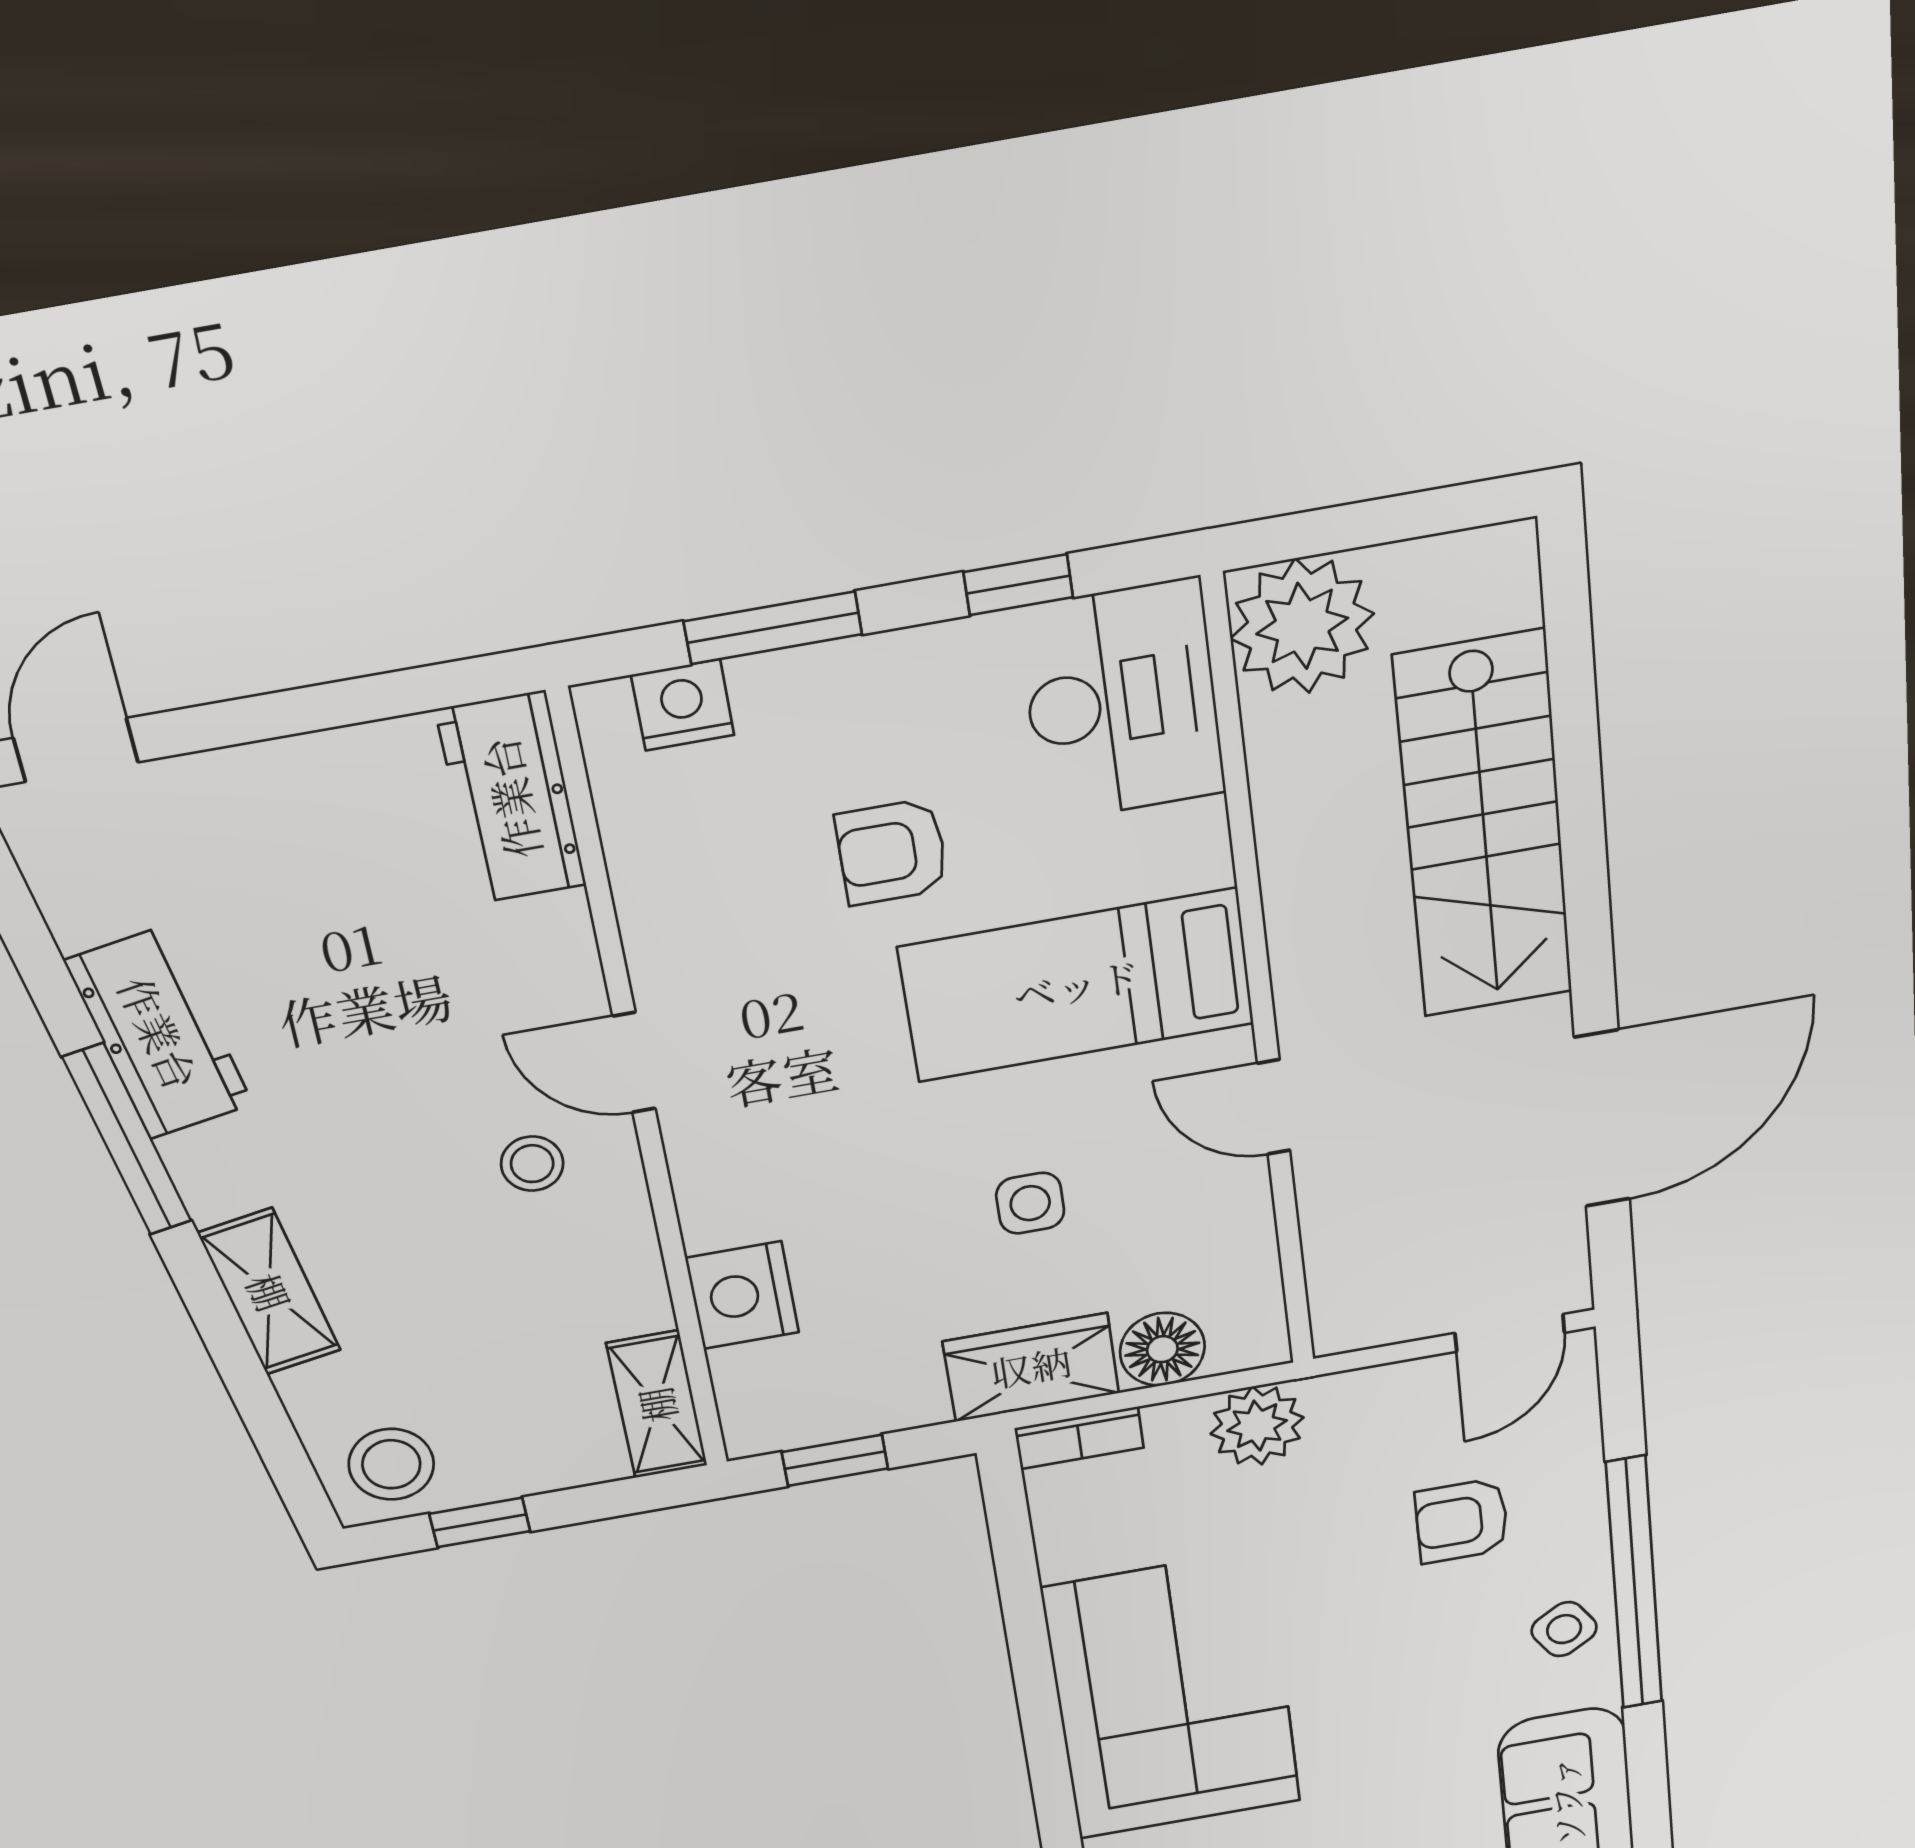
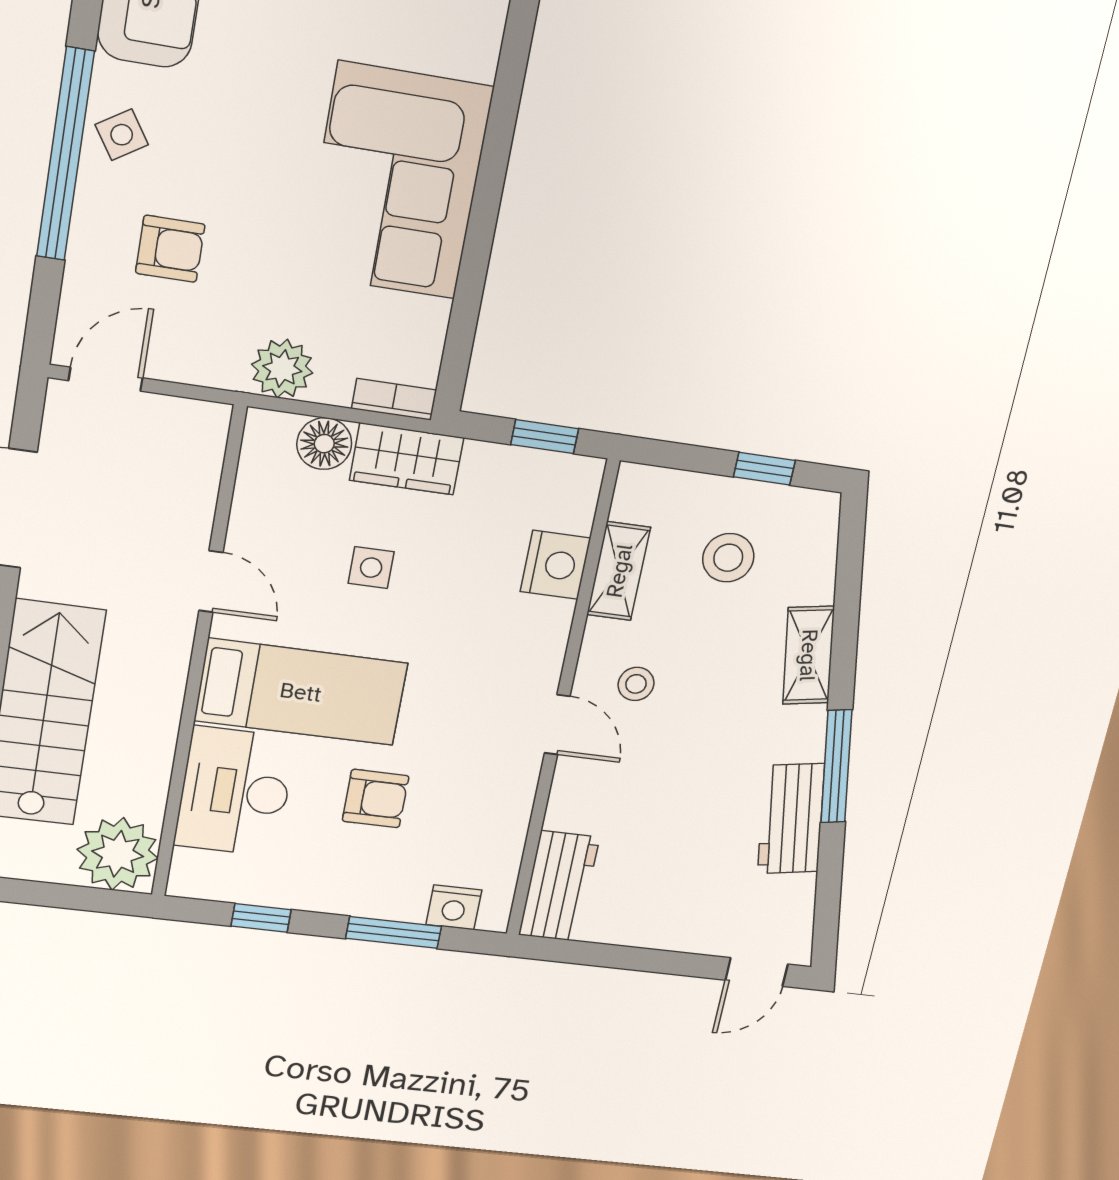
desk: (1122, 701) -> (235, 792), moved
shelving: (657, 1405) -> (619, 571), moved
stool: (391, 1464) -> (728, 558), moved

